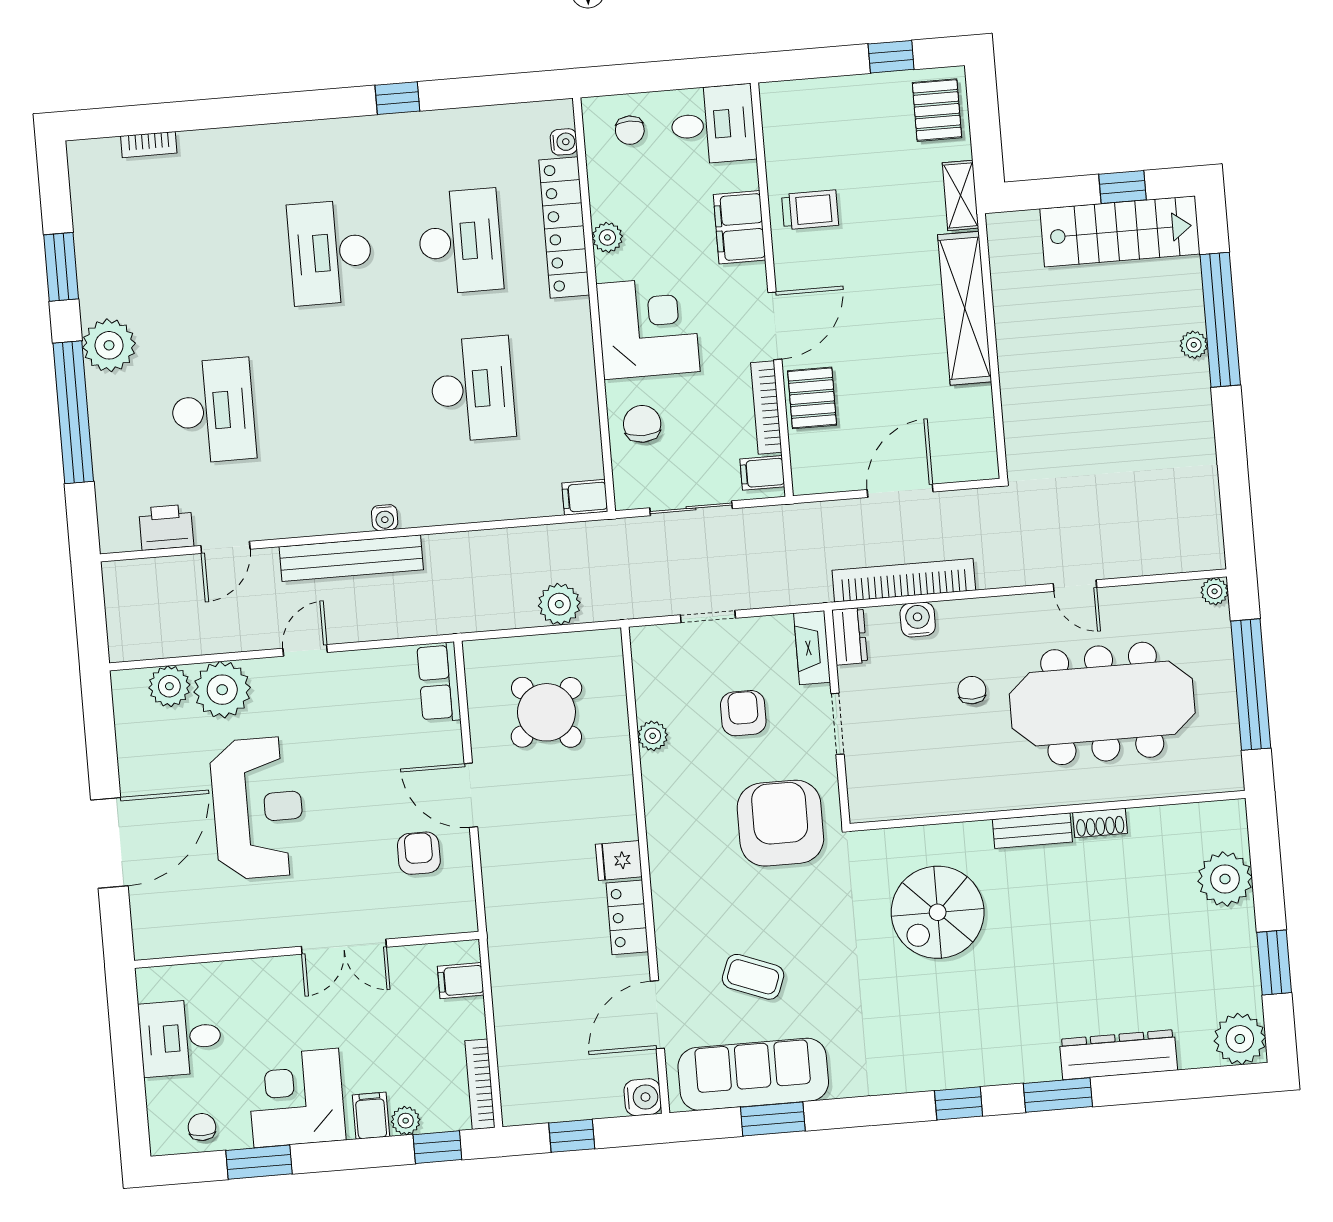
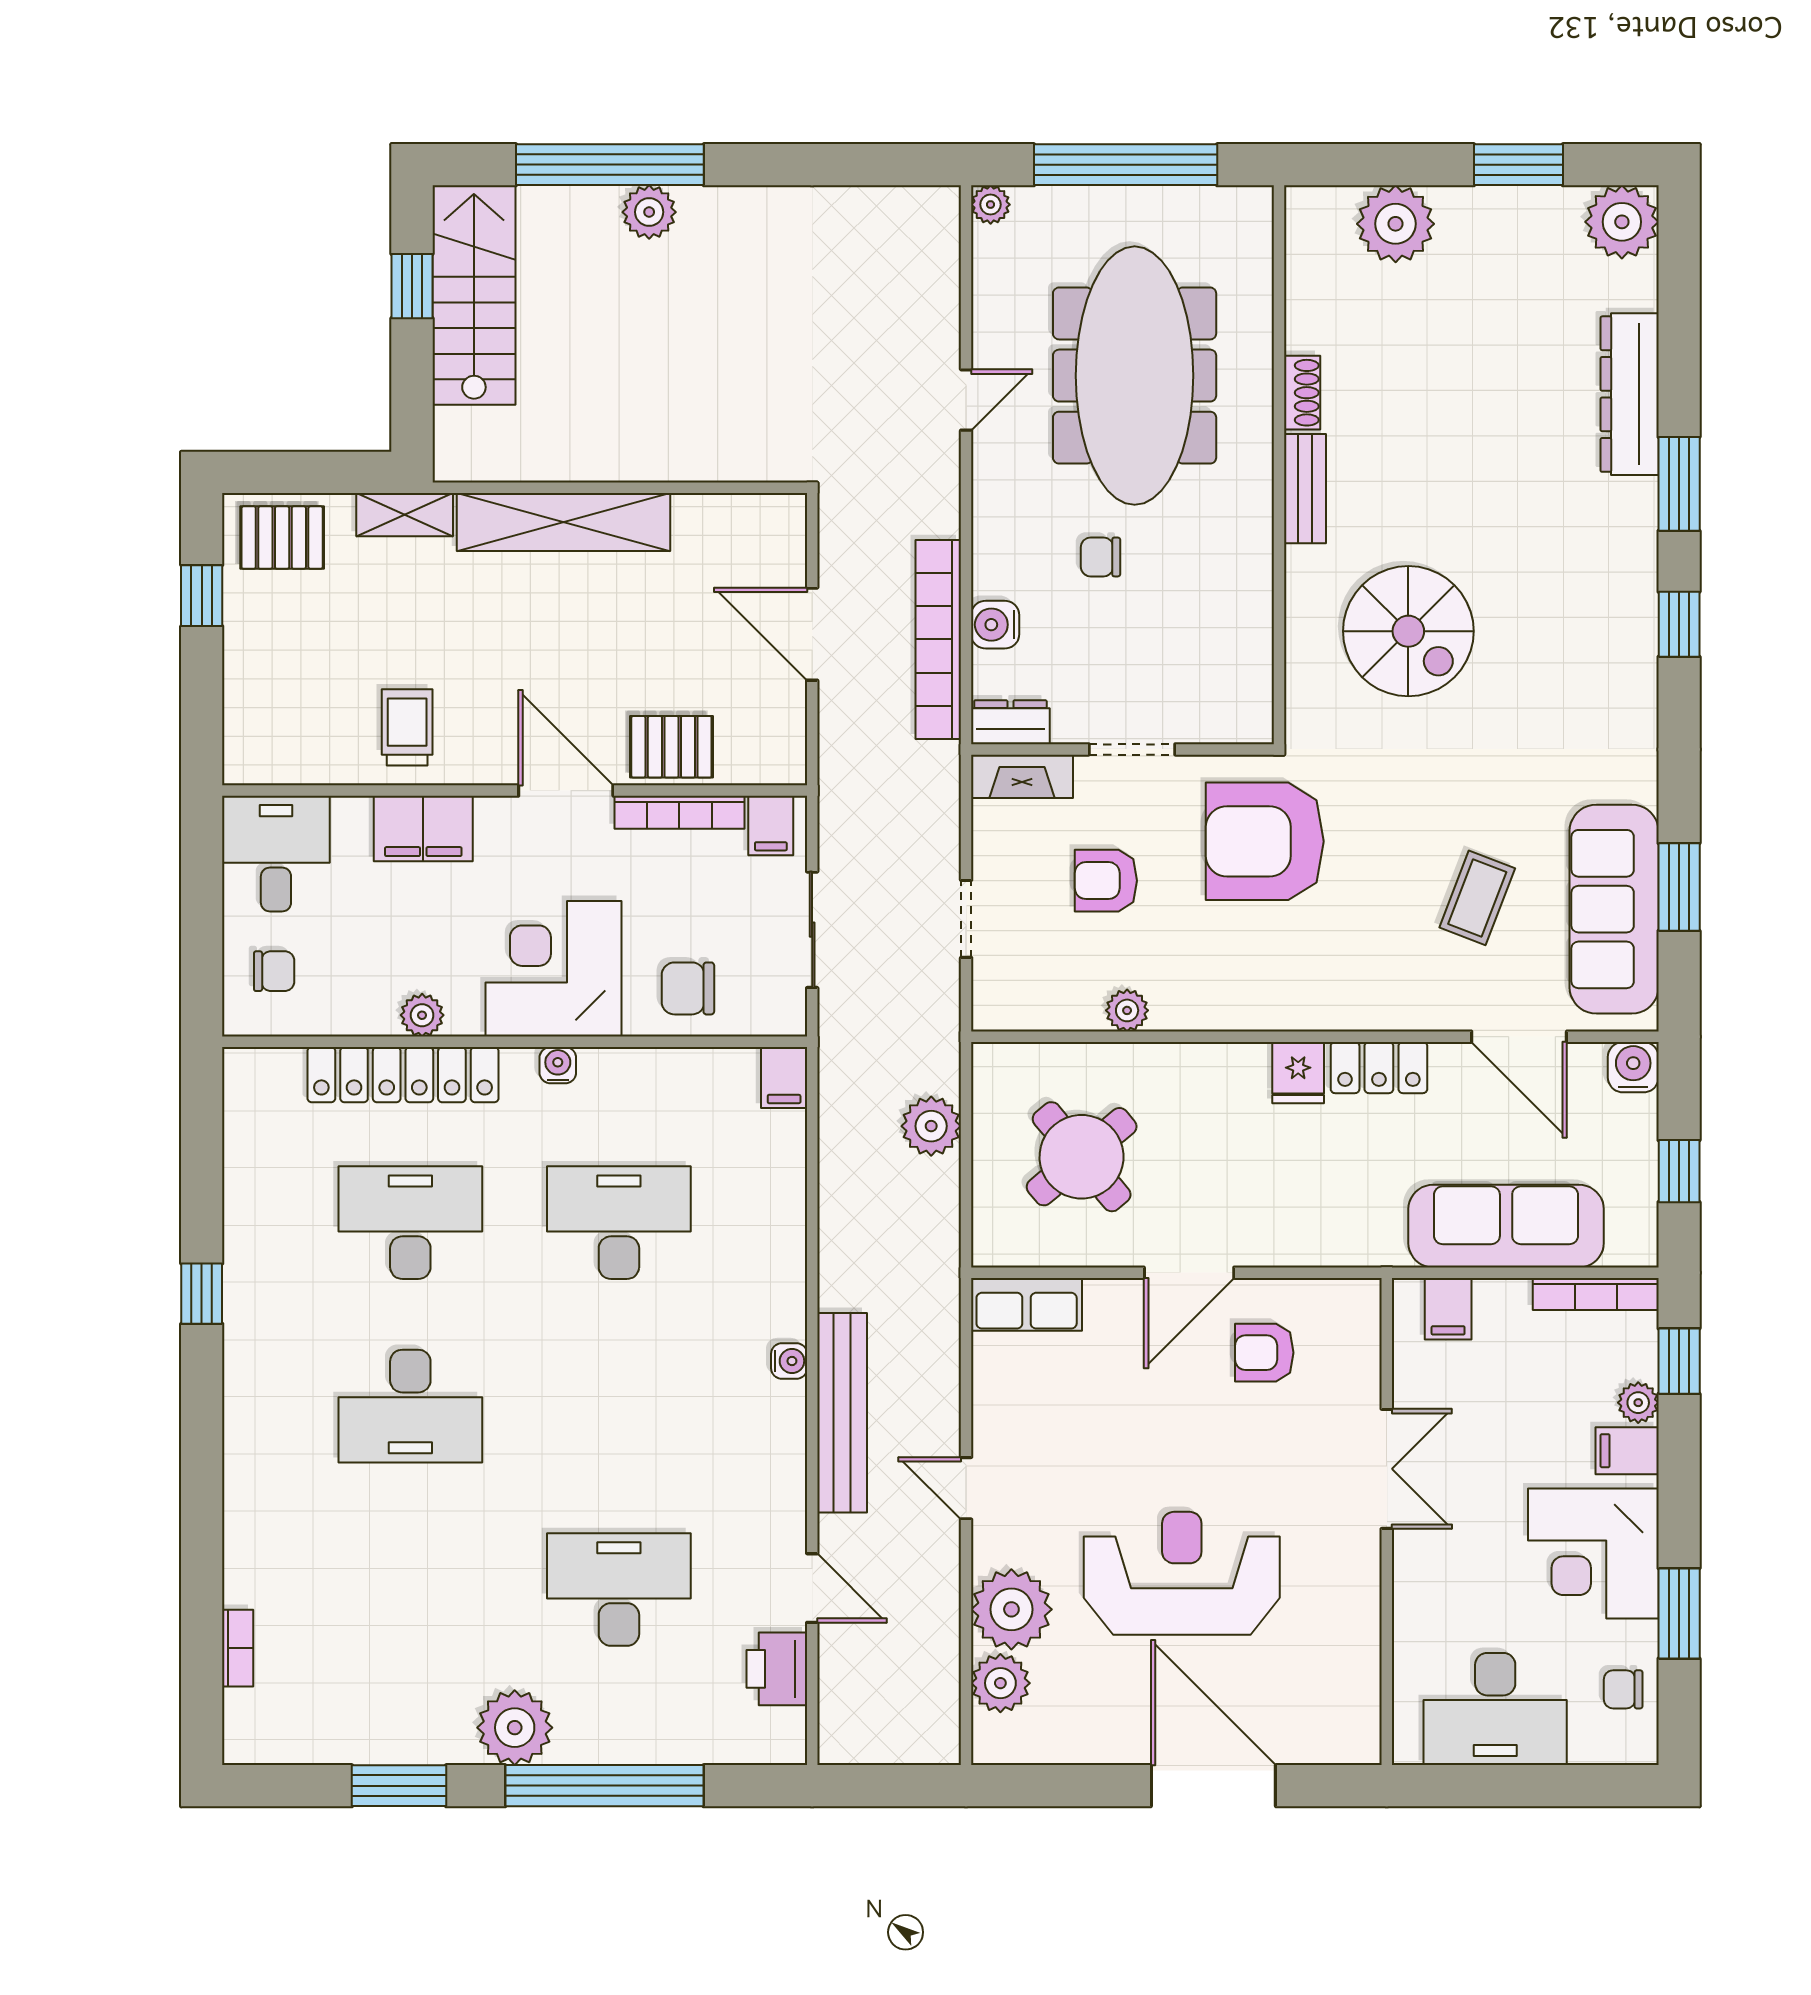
water cooler: (564, 142) -> (558, 1065), moved
plant: (1194, 345) -> (649, 212), width x1.38, depth x1.38
sofa: (523, 1017) -> (1506, 1226), added
desk: (180, 1038) -> (1495, 1709), width x1.37

